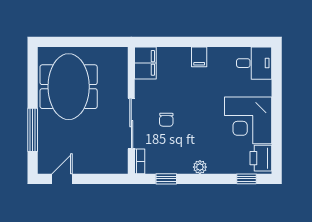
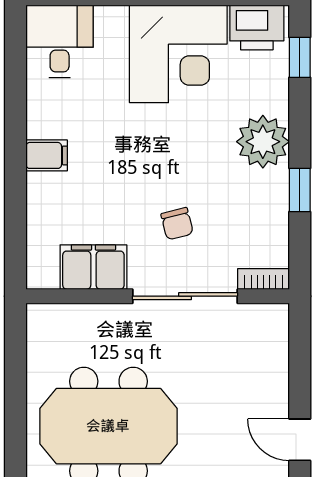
filing cabinet: (145, 63) -> (93, 267), moved
chair: (166, 120) -> (177, 224), turned 75
plant: (200, 167) -> (263, 142), width x1.88, depth x1.88
window: (166, 179) -> (300, 190), moved

